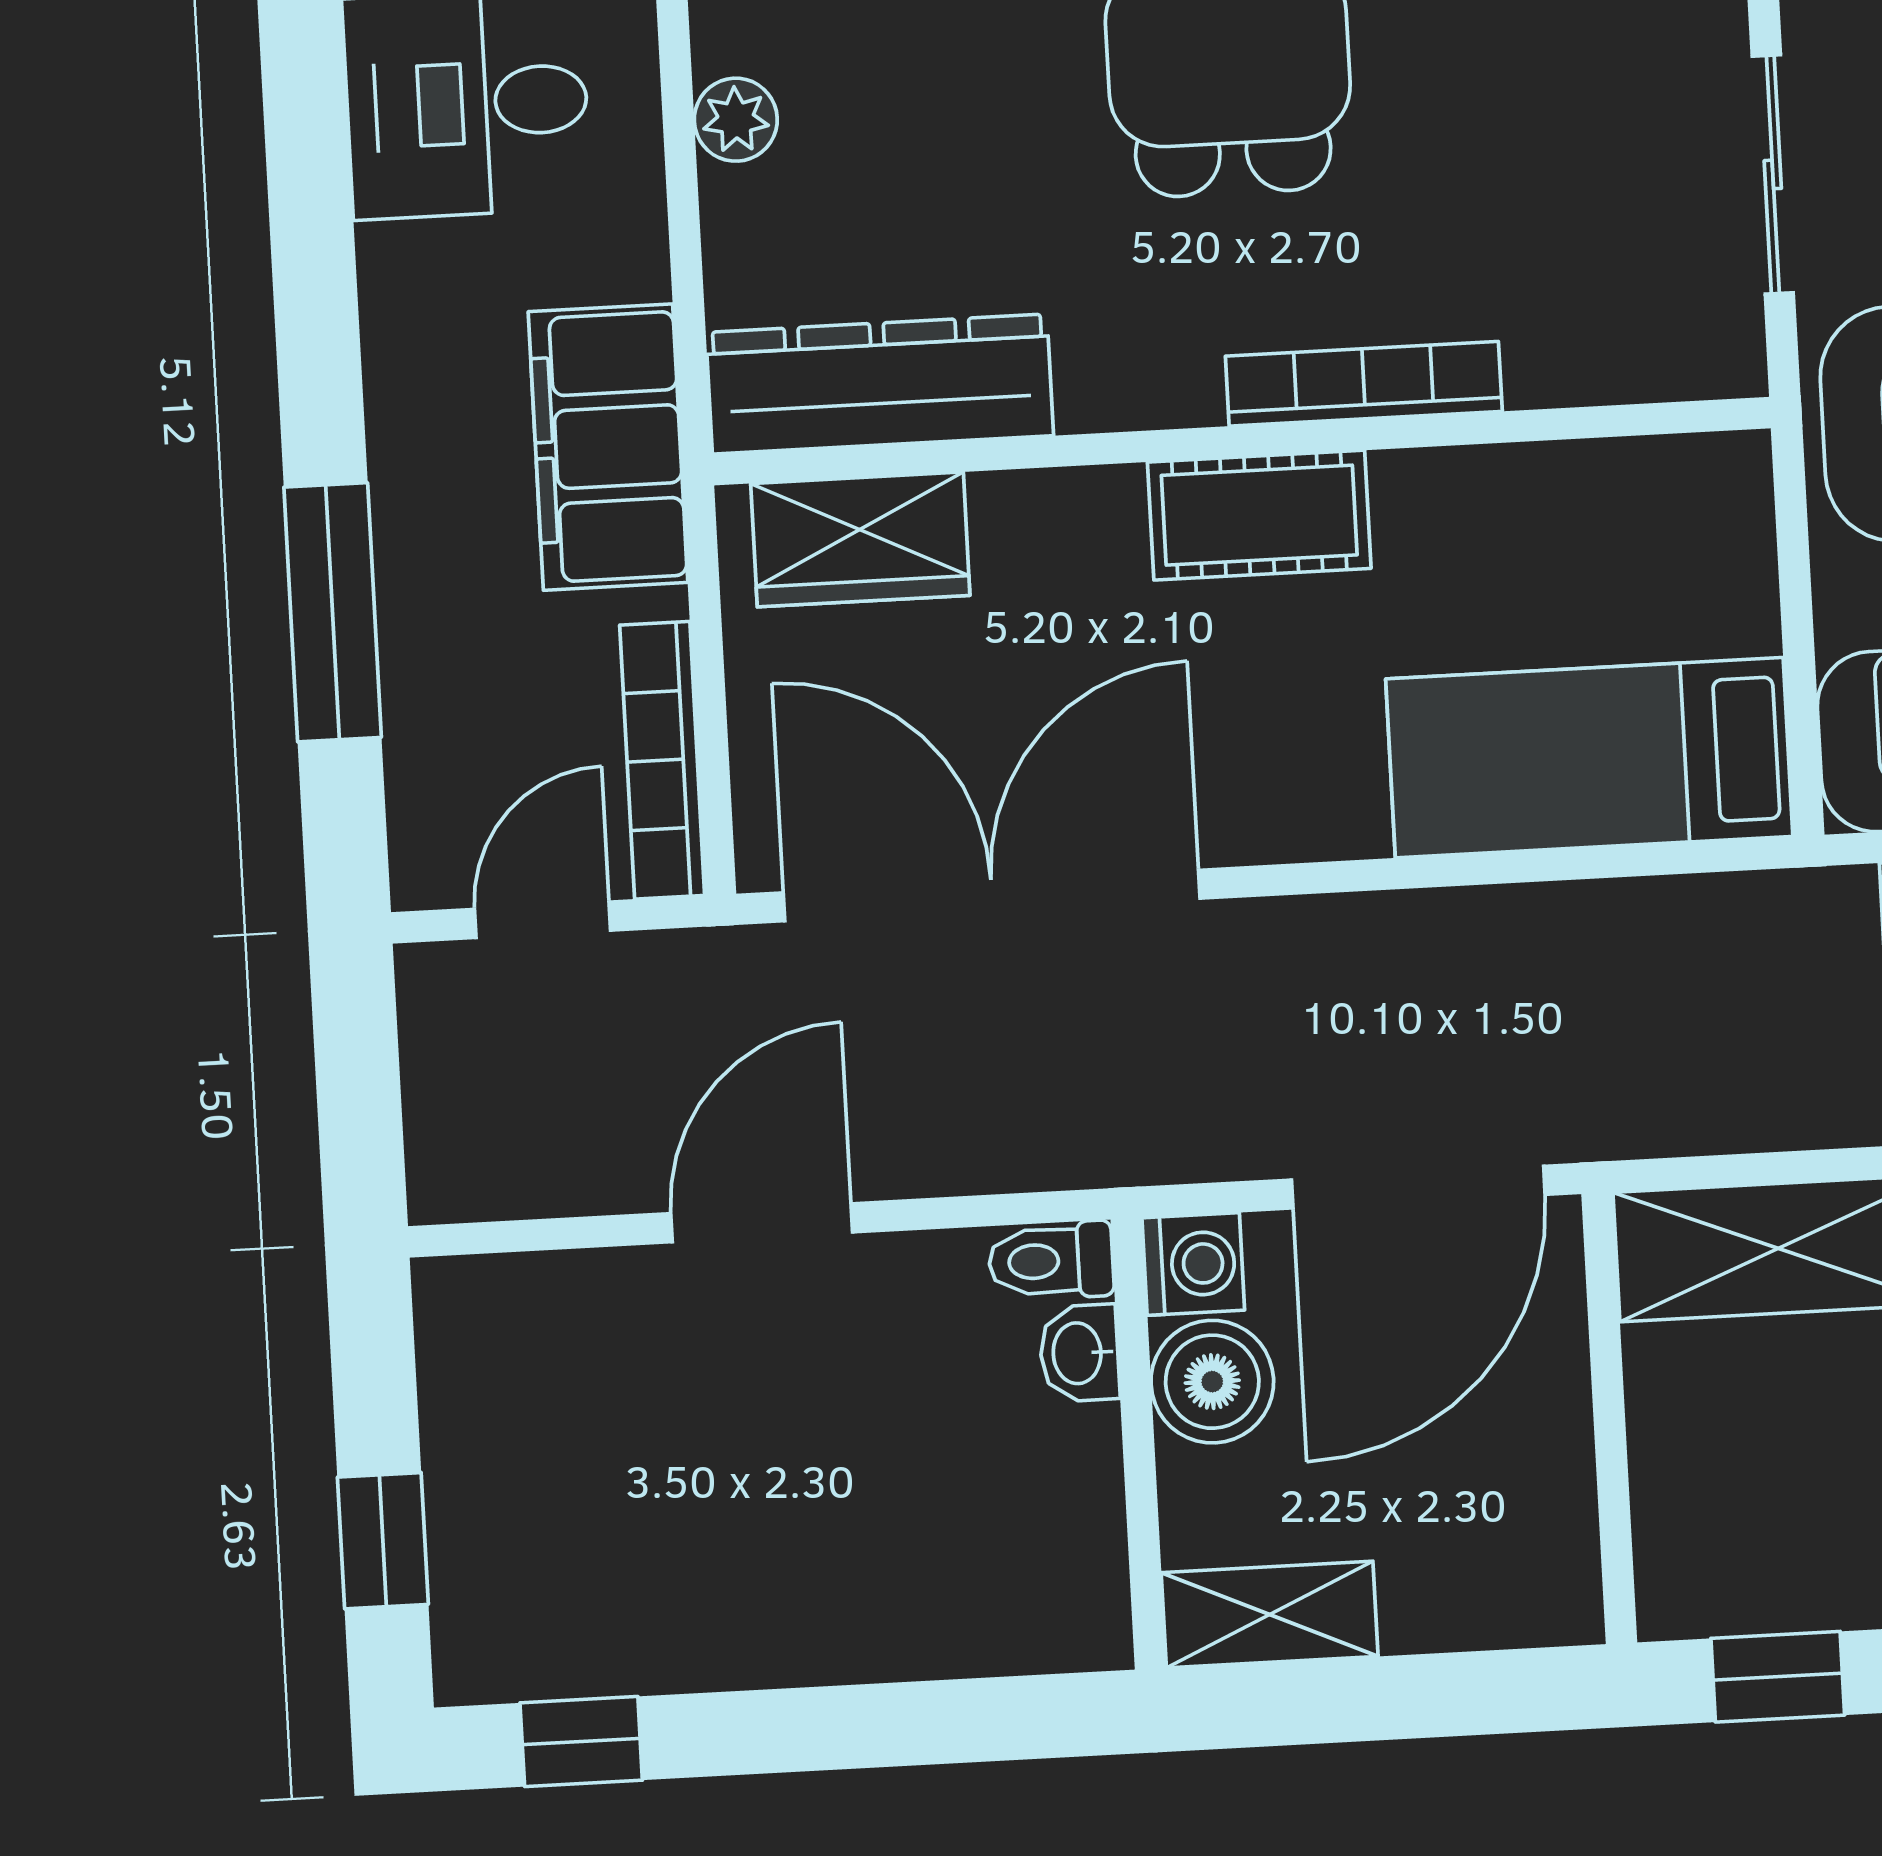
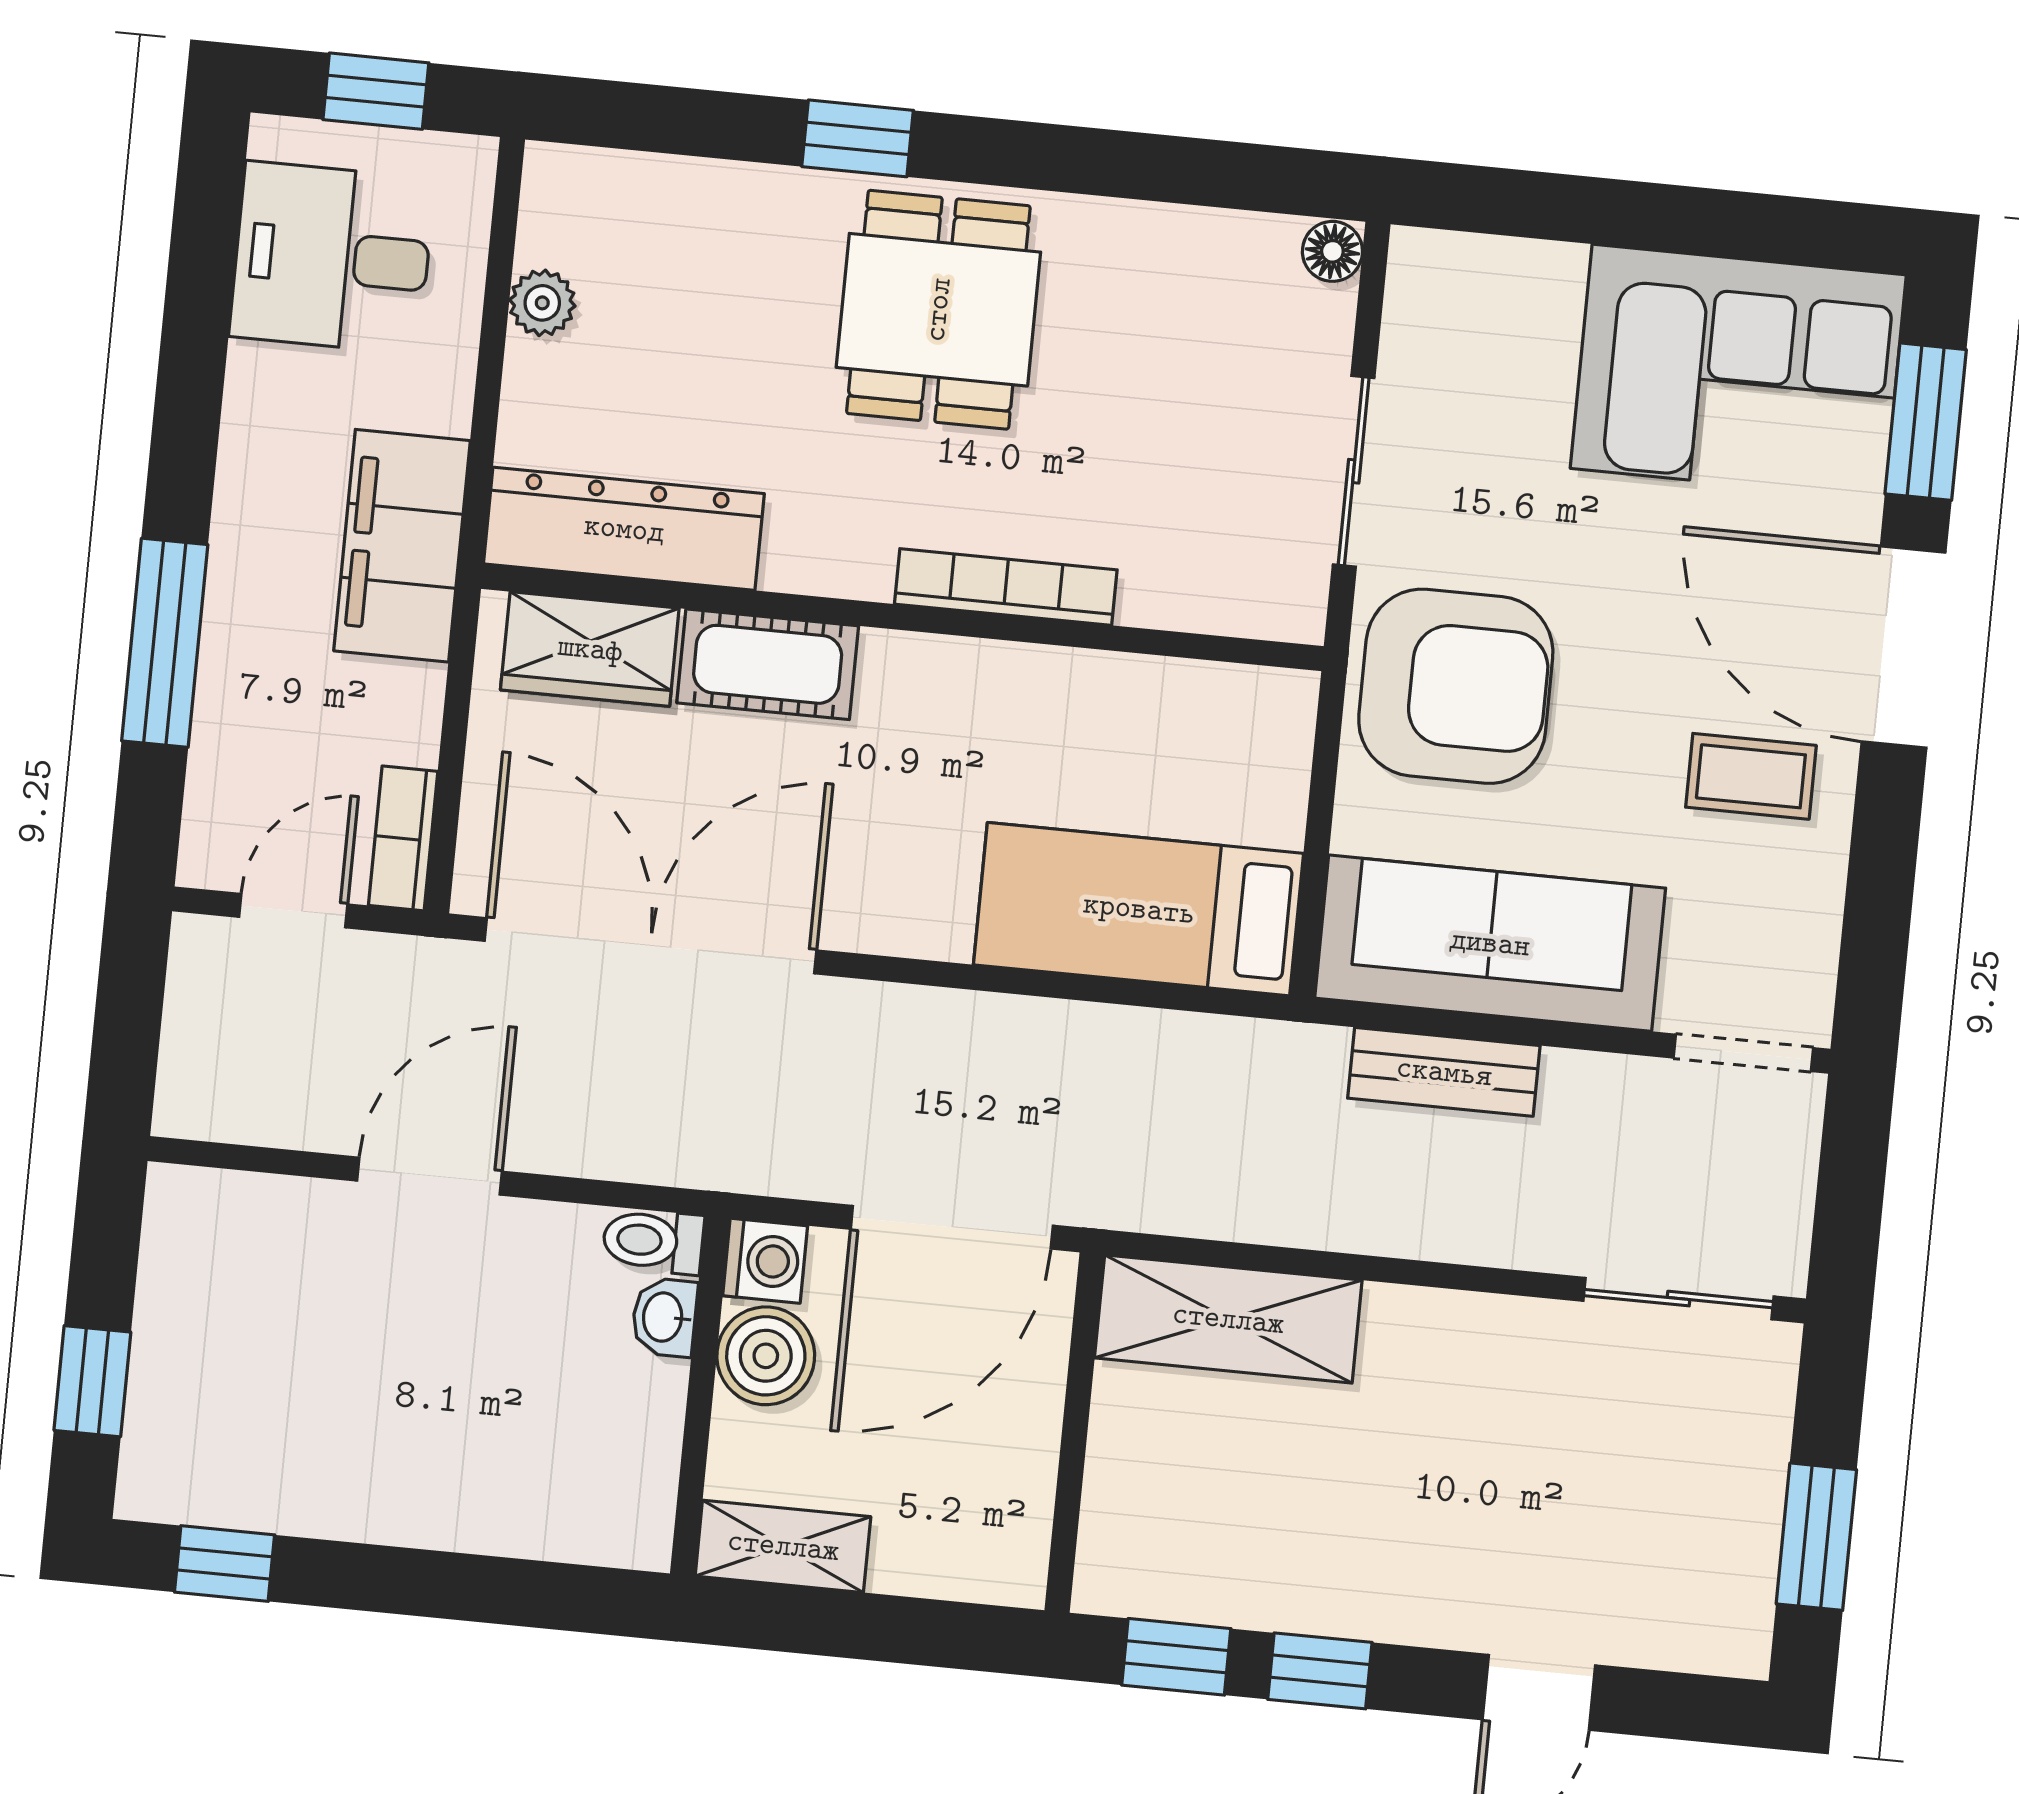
cot: (1259, 515) -> (768, 664), moved
bookcase: (662, 760) -> (403, 838), width x0.64

